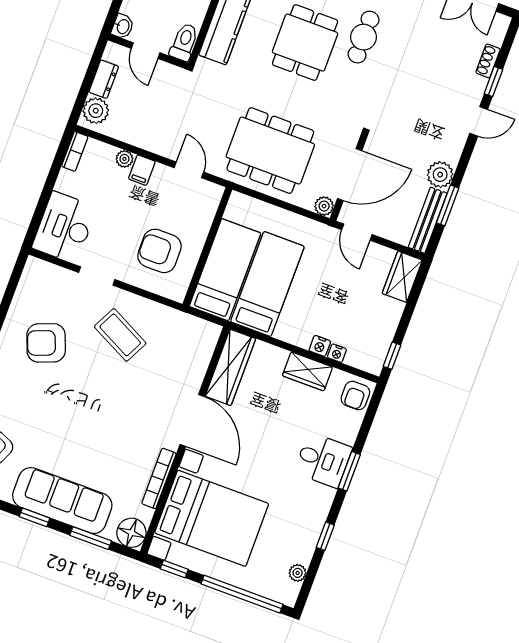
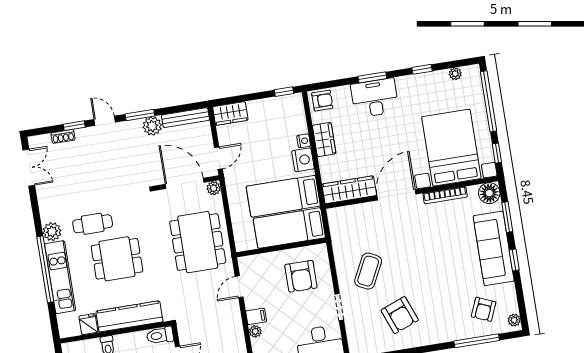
window: (448, 205) -> (140, 115), moved
nightstand: (337, 353) -> (303, 160), moved, width x1.89, depth x1.79
desk: (323, 460) -> (375, 98), width x1.37

